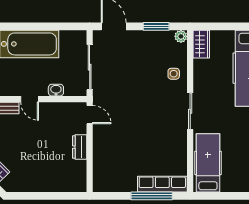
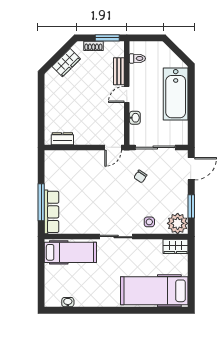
plant: (181, 36) -> (178, 223), width x1.88, depth x1.88
chair: (122, 84) -> (140, 176), added
dresser: (80, 147) -> (62, 139), moved

